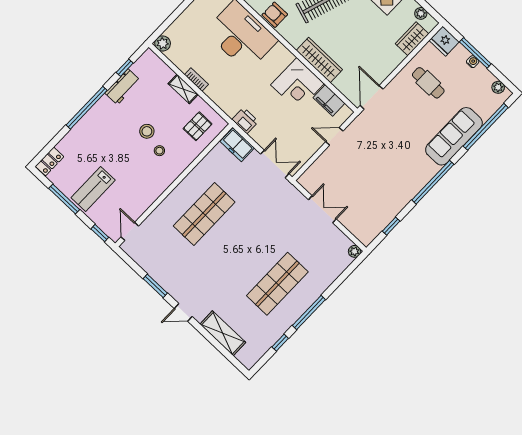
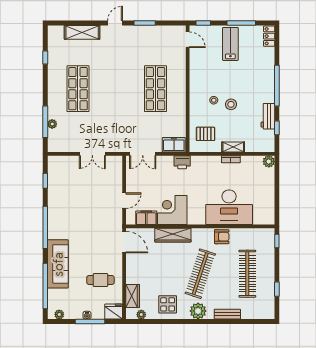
pallet: (198, 126) -> (206, 134), turned 90
plant: (355, 251) -> (52, 124), moved
window: (309, 312) -> (45, 122), moved

